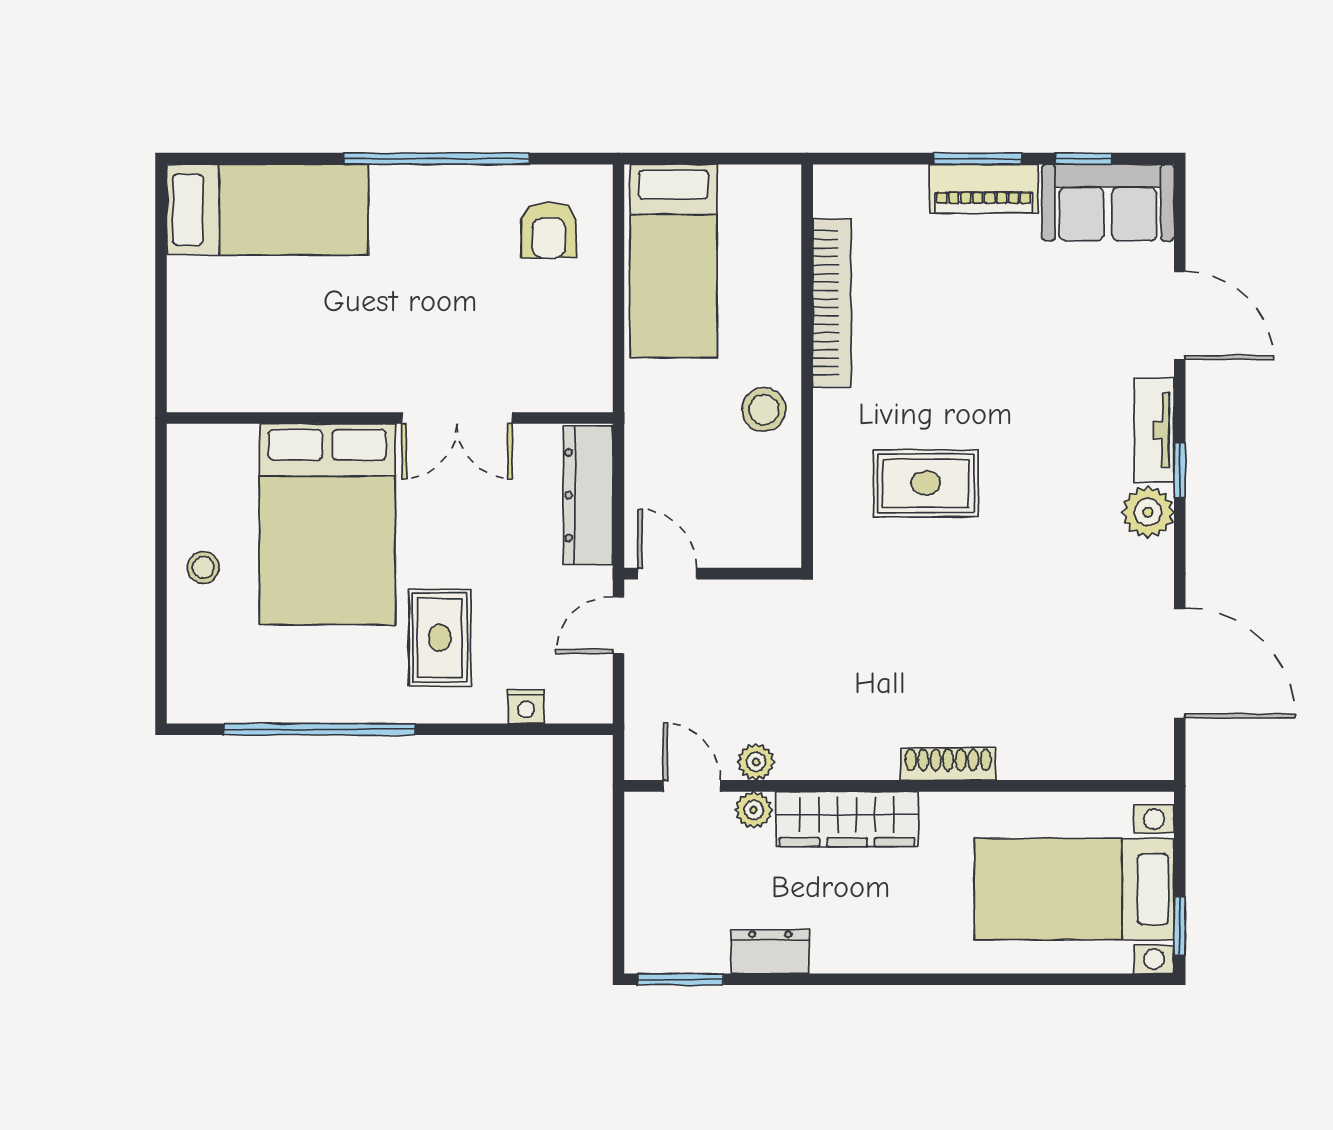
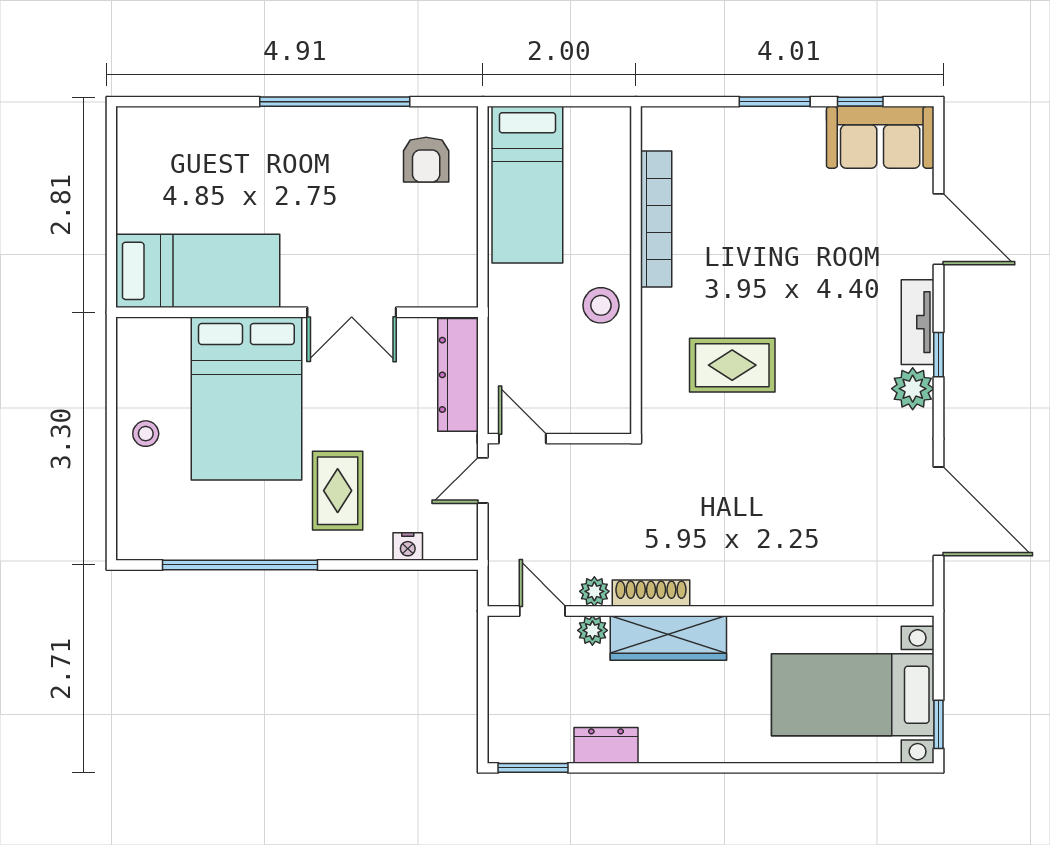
piano: (984, 189) -> (779, 126), removed
bed: (267, 210) -> (198, 271), moved
shoe rack: (948, 764) -> (651, 593), moved

